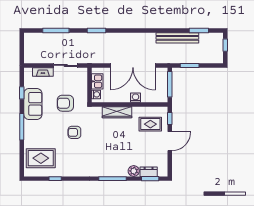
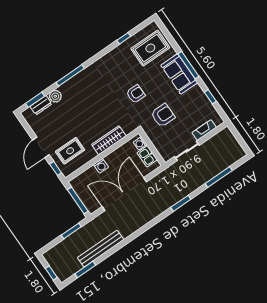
sofa: (33, 104) -> (179, 74), moved

